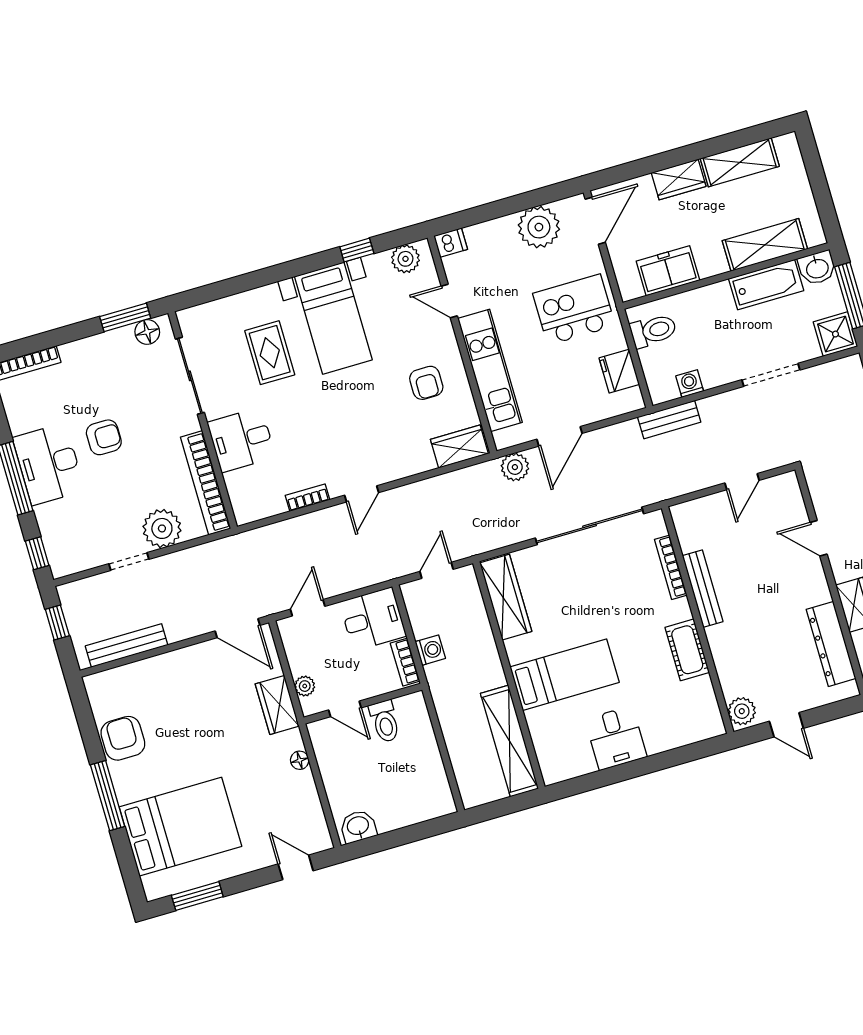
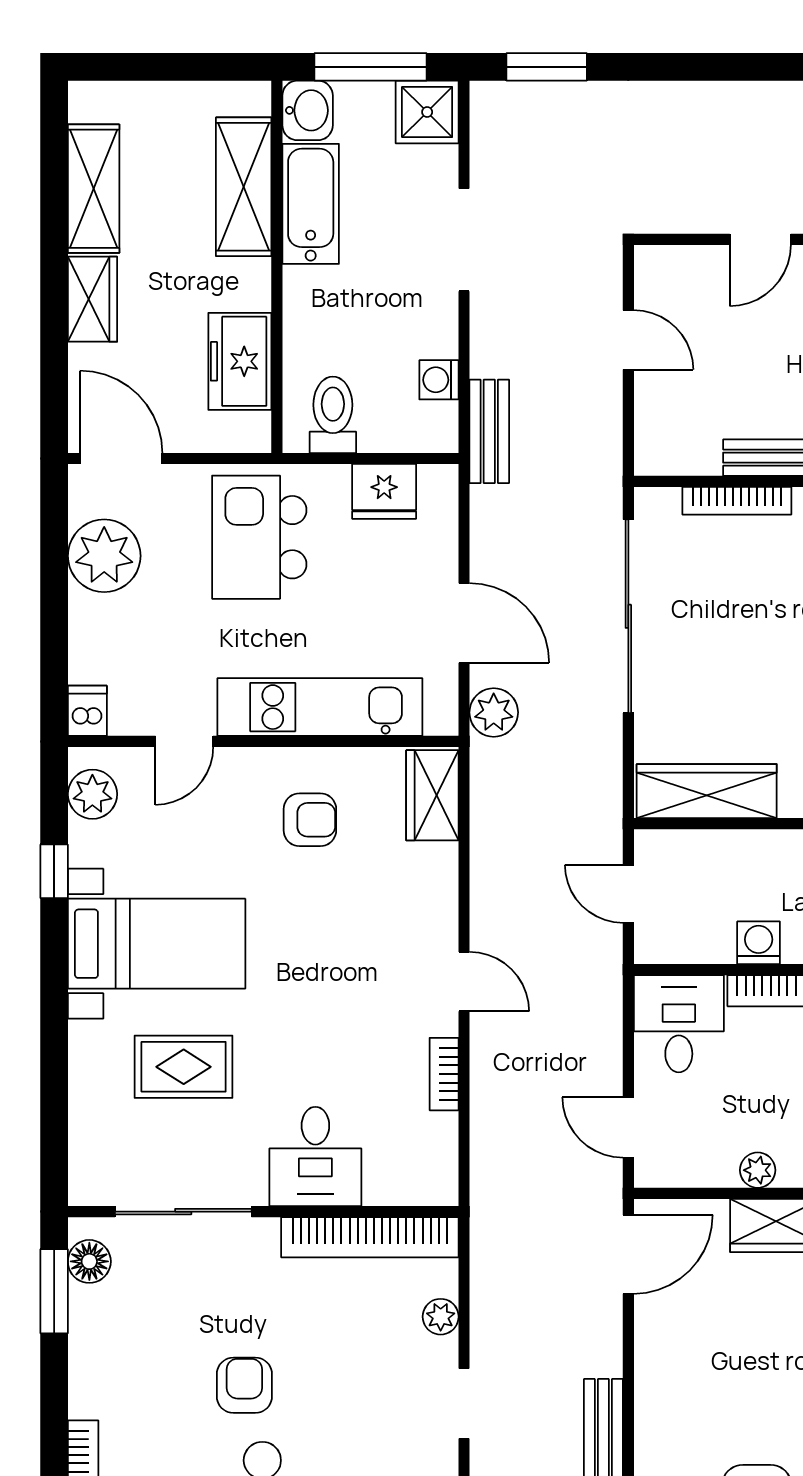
plant: (162, 528) -> (441, 1317), width x0.53, depth x0.53

